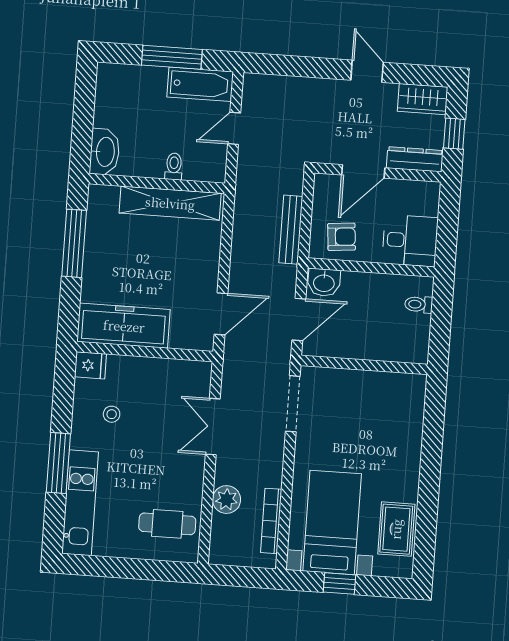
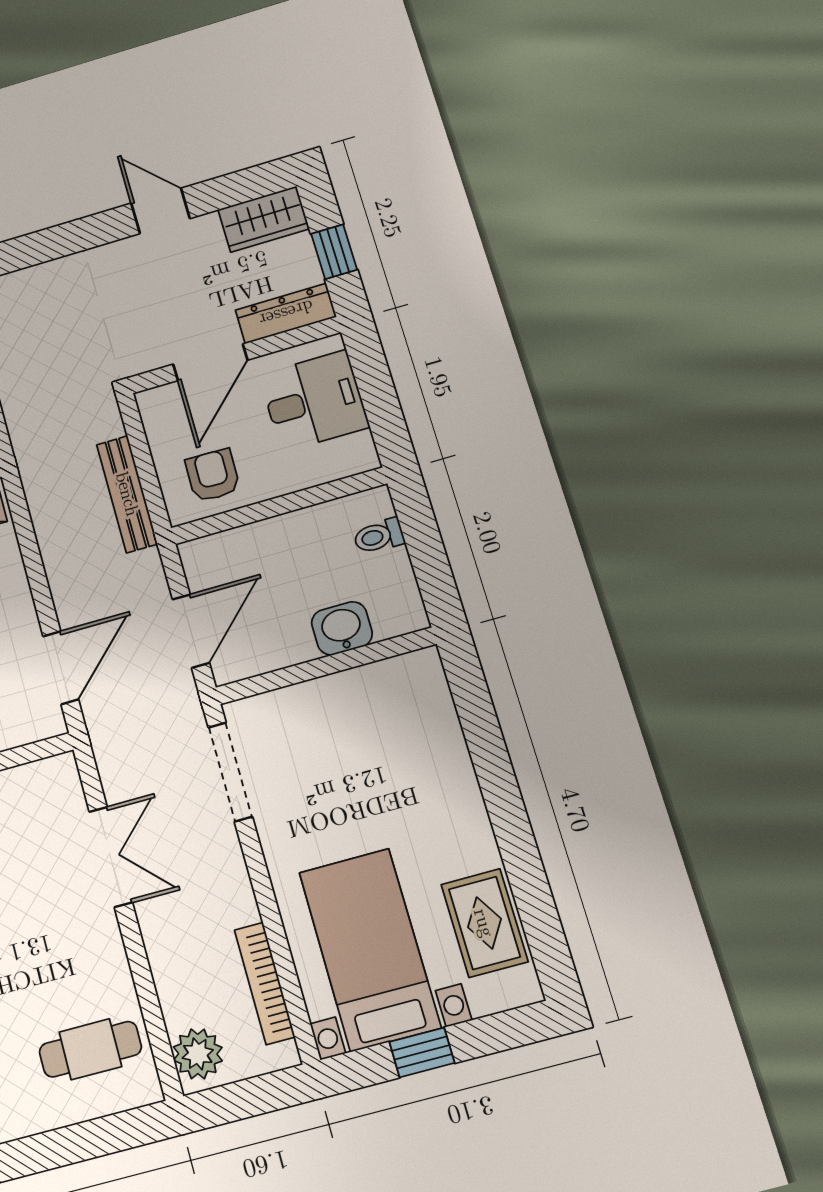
armchair: (342, 237) -> (213, 475), turned -84
desk: (410, 241) -> (314, 401), moved
washbasin: (324, 282) -> (342, 628), moved, turned 180
double door: (213, 427) -> (111, 857), swing flipped
plant: (227, 500) -> (198, 1054), moved

